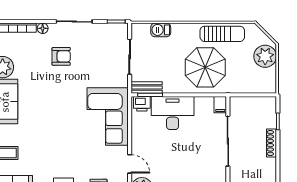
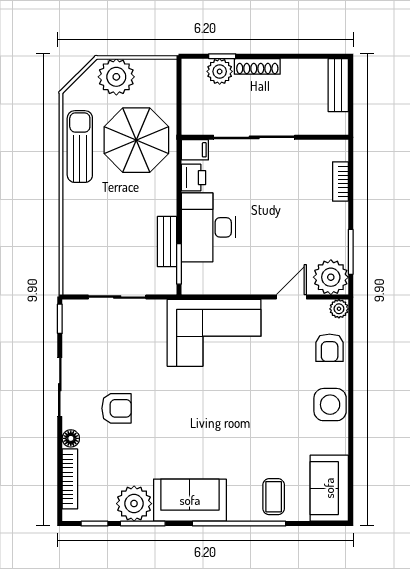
barbecue: (161, 30) -> (74, 247), removed
armchair: (61, 56) -> (116, 408), turned 90
parasol: (205, 67) -> (136, 140), moved
bench: (147, 87) -> (167, 242), moved
printer: (142, 104) -> (194, 178), moved
plant: (268, 120) -> (220, 71), added

